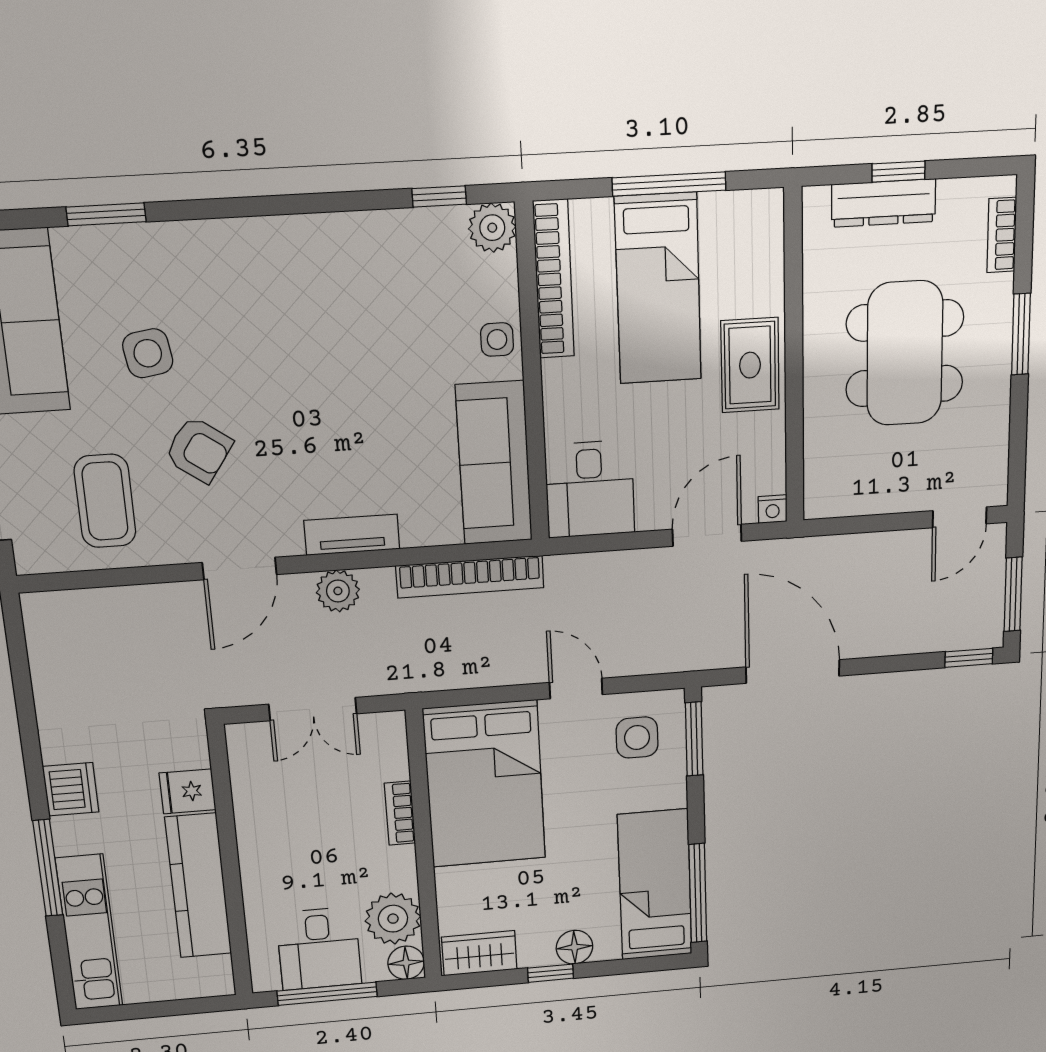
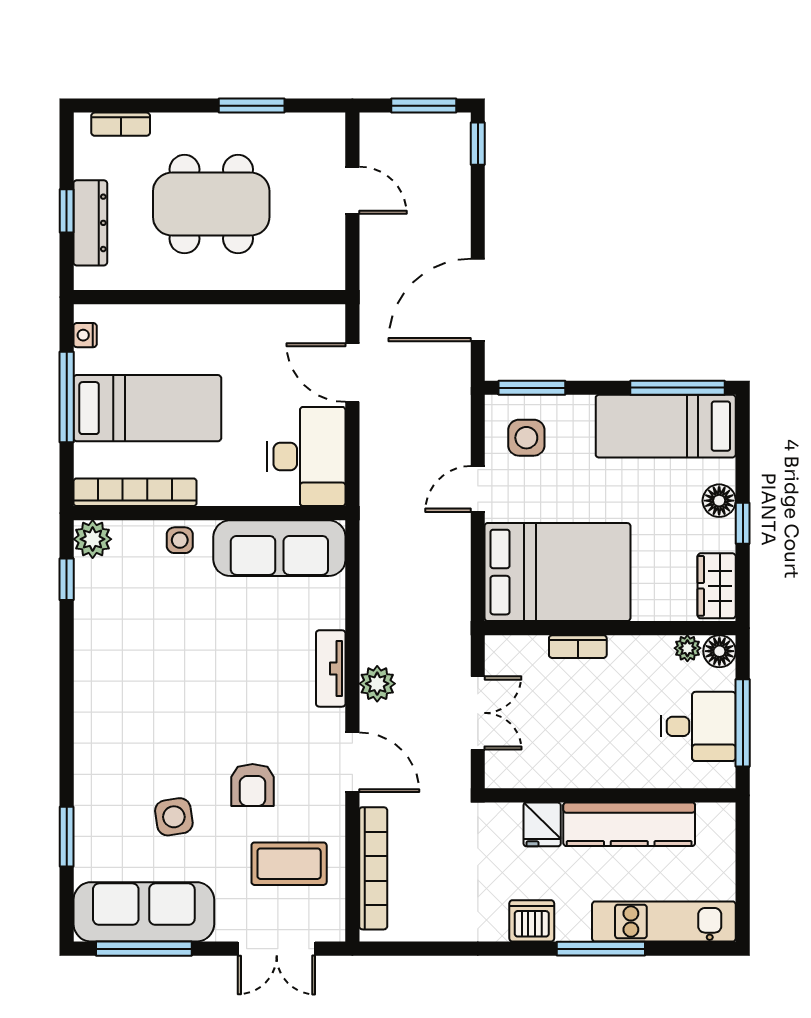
window: (1021, 334) -> (252, 106), moved
rug: (750, 365) -> (213, 334), removed
armchair: (199, 450) -> (253, 785), turned 145
desk: (590, 489) -> (306, 457), width x1.37
nightstand: (773, 509) -> (85, 335), moved, turned 180
door: (960, 517) -> (352, 190), moved
bookcase: (470, 577) -> (373, 868), moved
plant: (393, 919) -> (687, 648), width x0.53, depth x0.53

